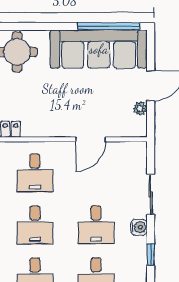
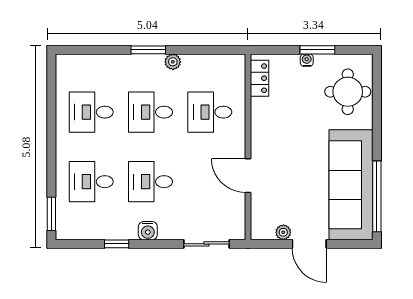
sliding door: (151, 194) -> (206, 244), moved

